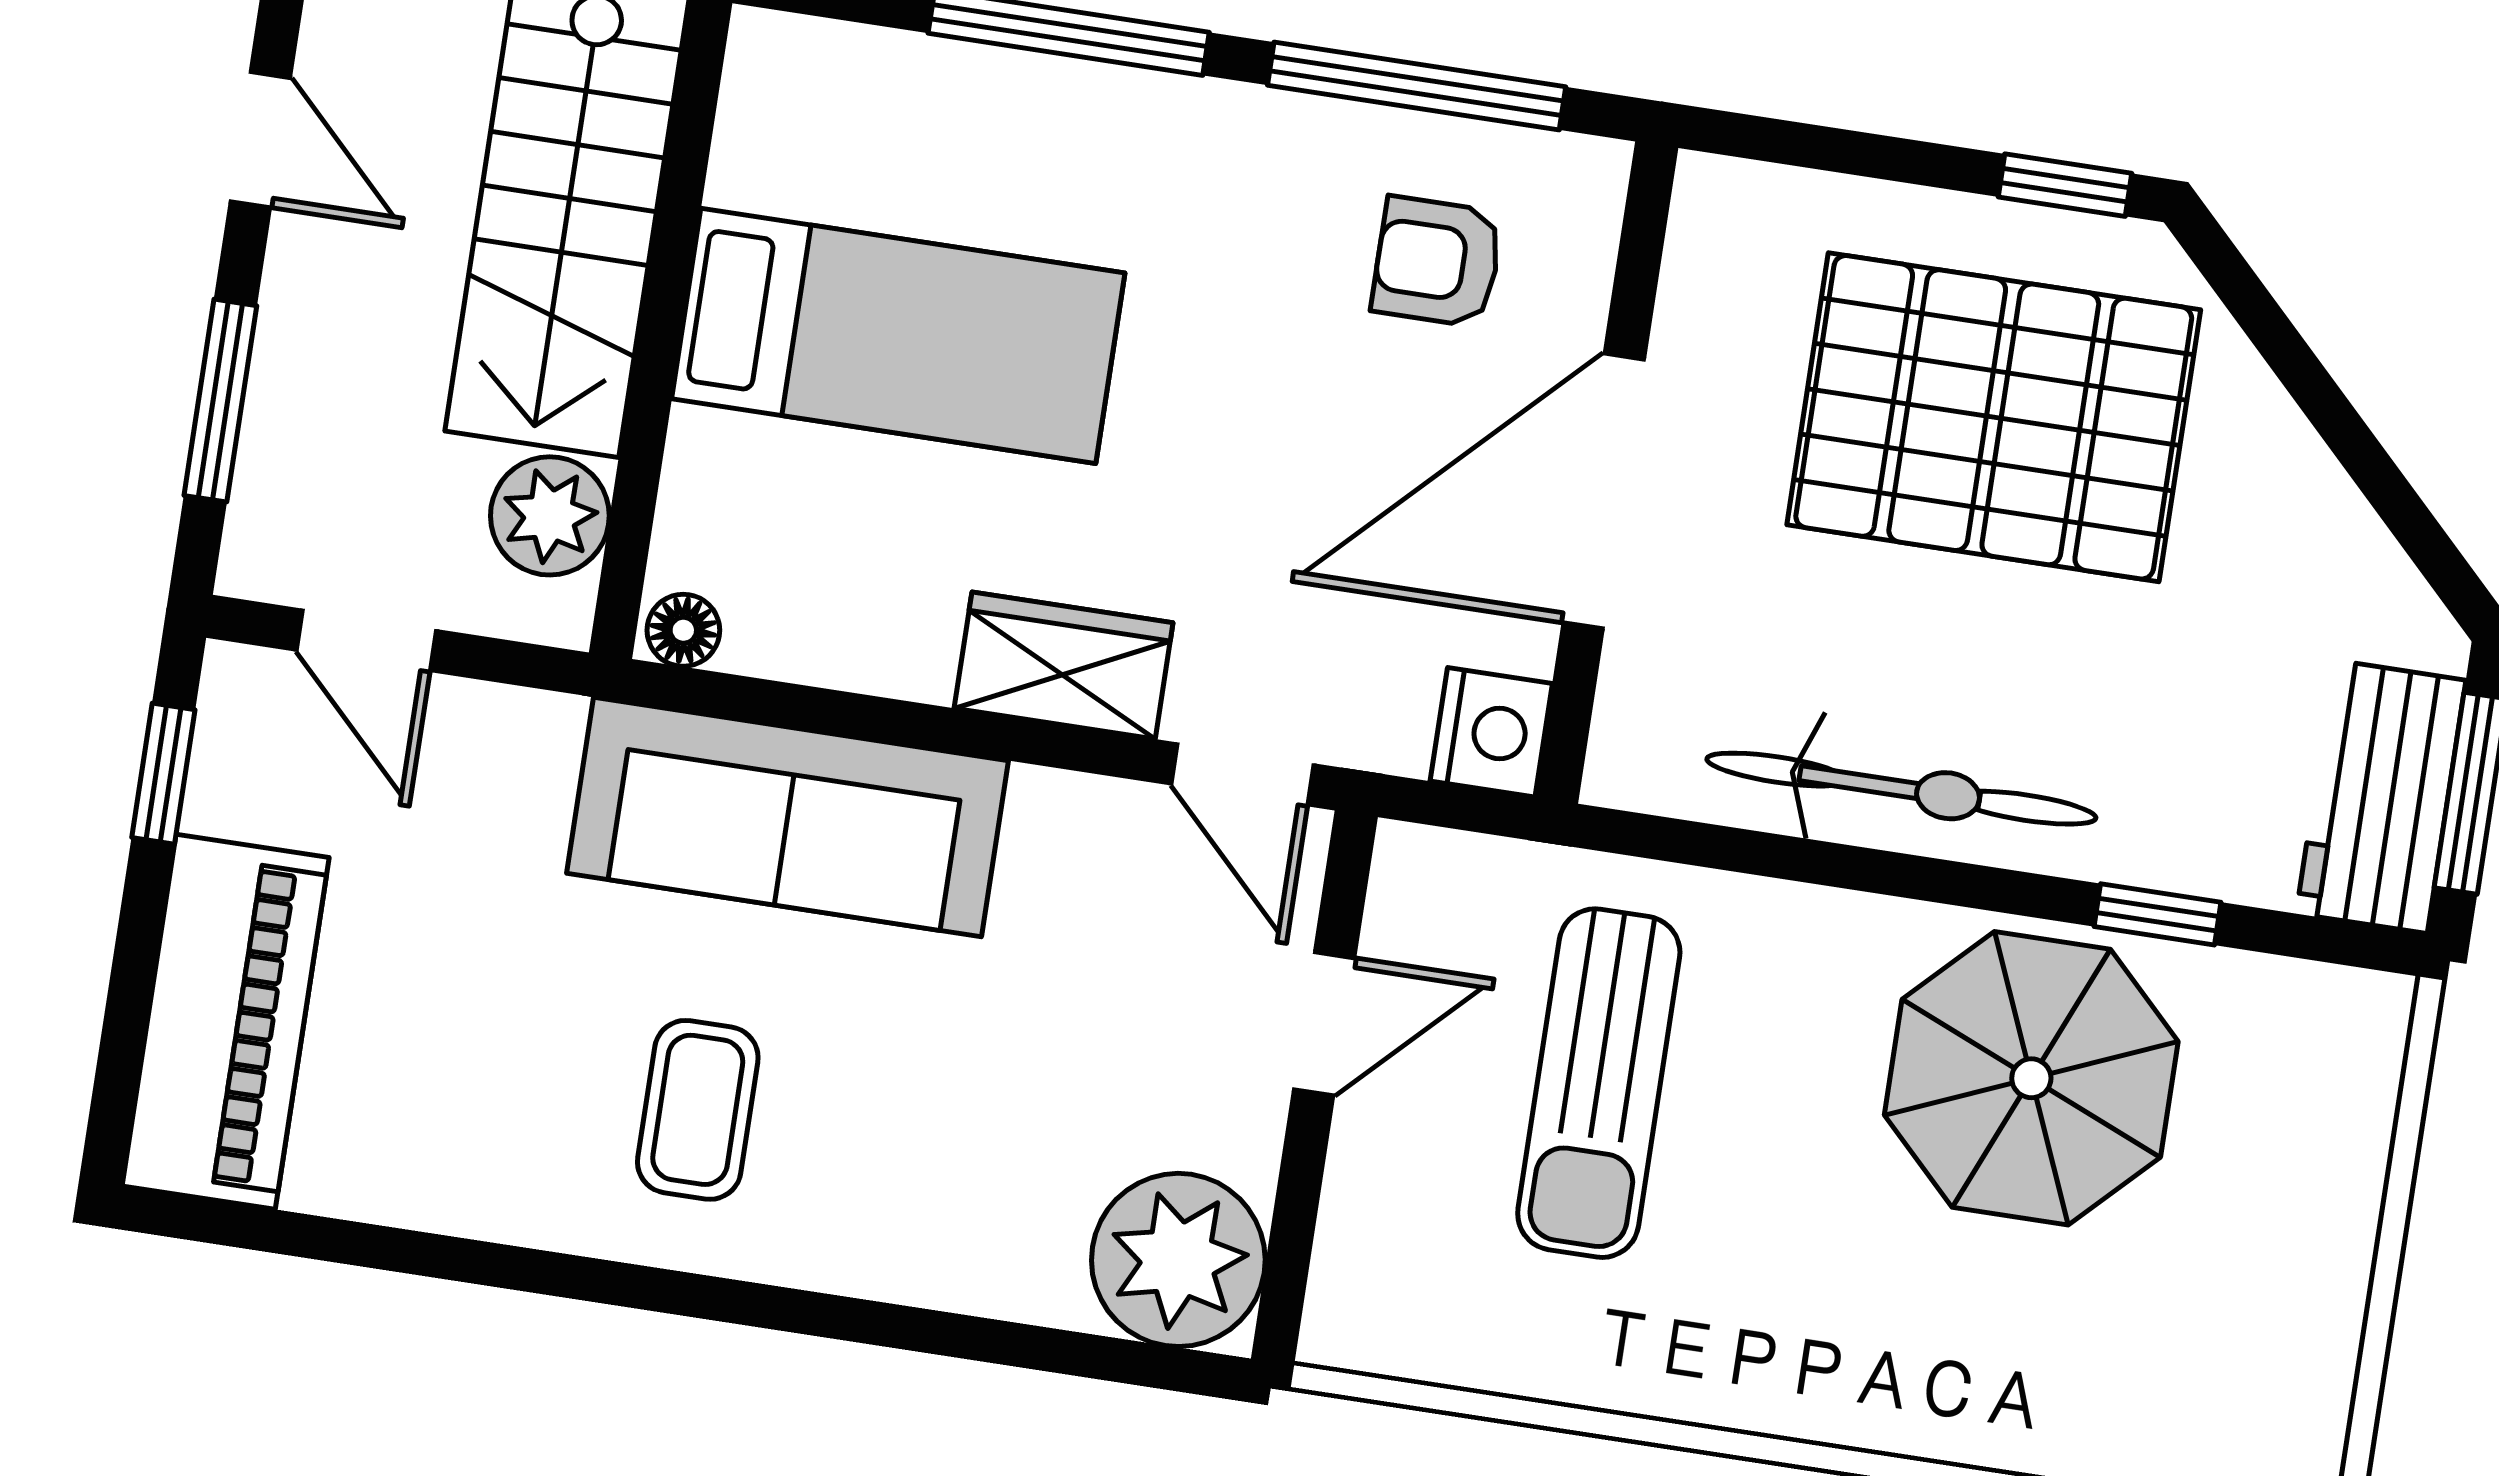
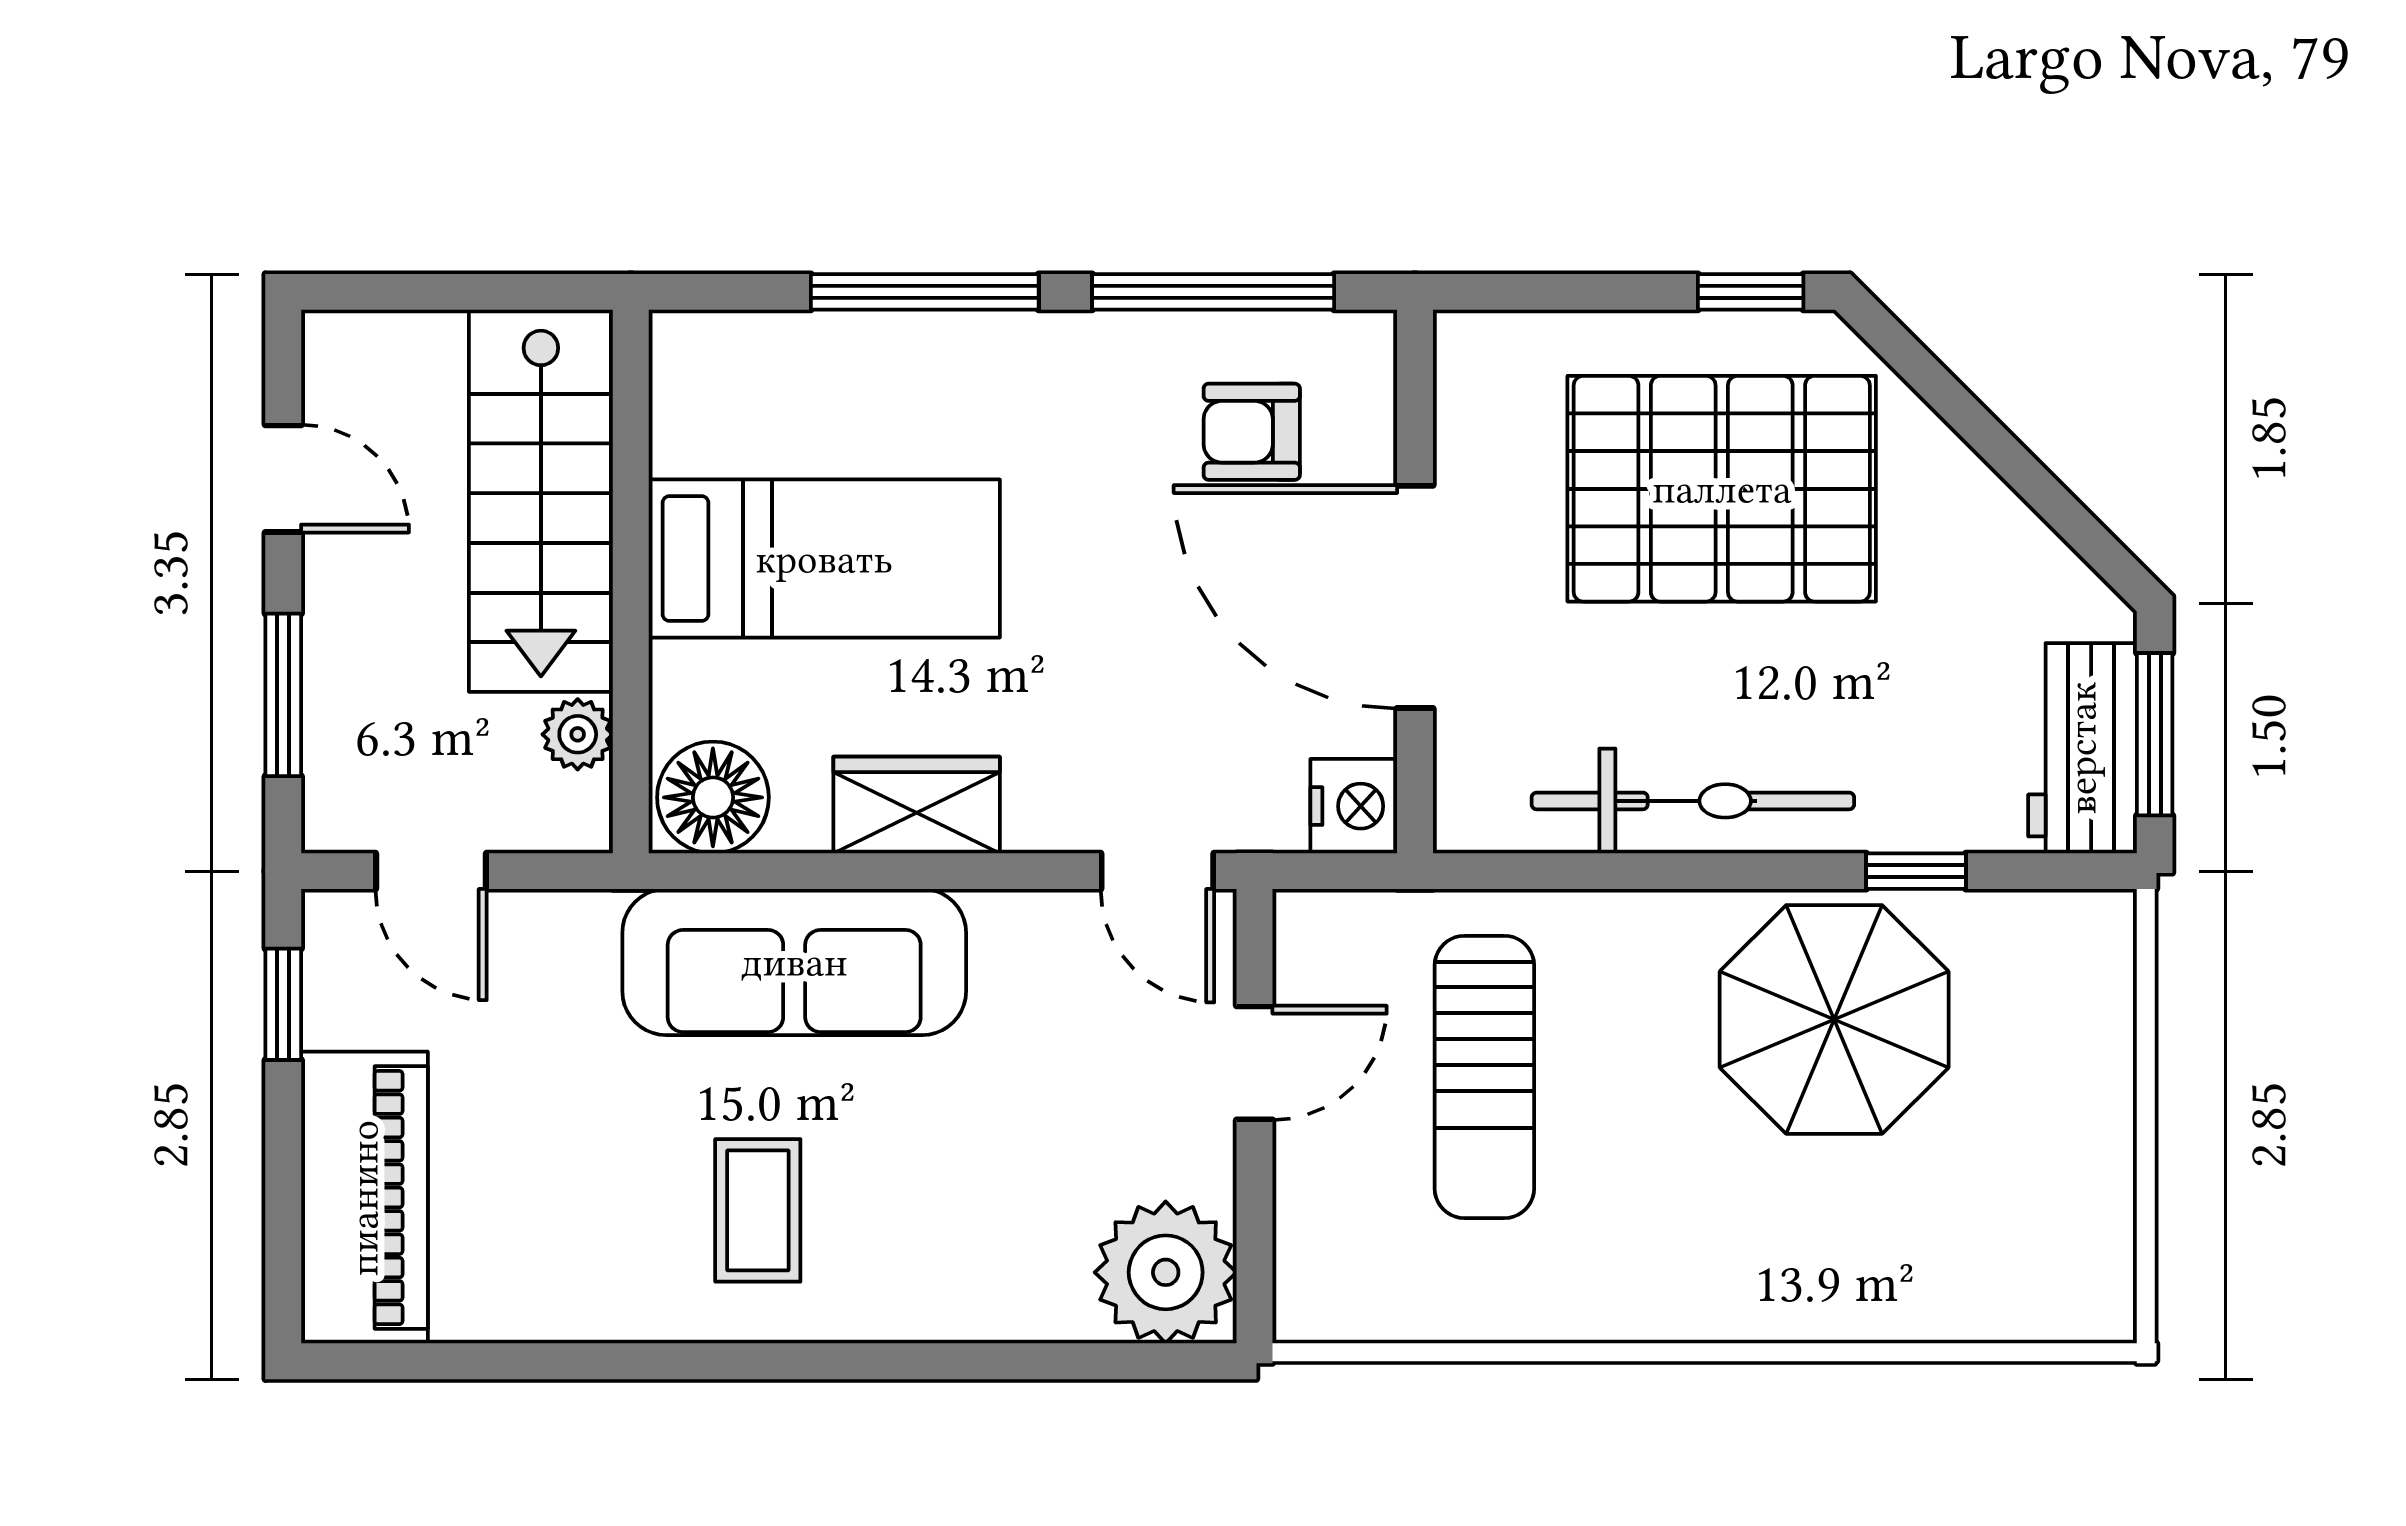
door: (1604, 491) -> (1415, 597), hinge flipped
plant: (550, 516) -> (578, 734), width x0.73, depth x0.73
floor lamp: (683, 630) -> (713, 797), width x1.89, depth x1.89
wardrobe: (1064, 665) -> (917, 805), moved

